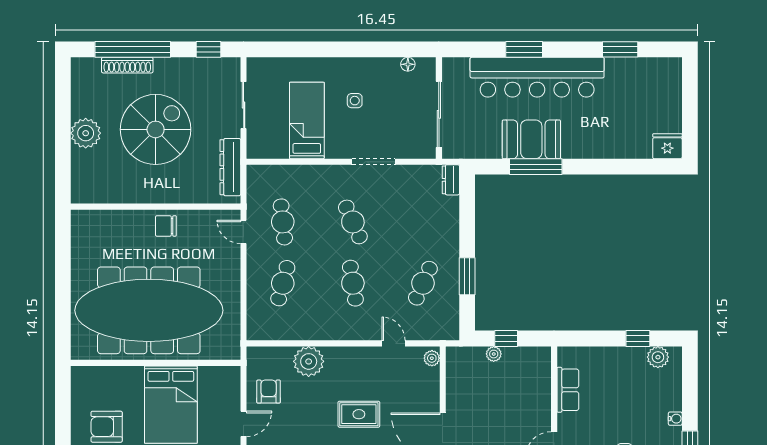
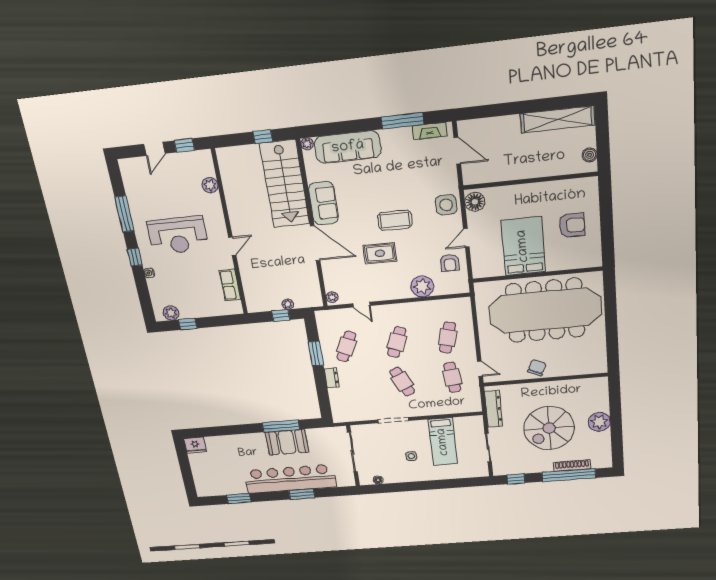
dresser: (451, 180) -> (332, 378), moved
chair: (166, 226) -> (537, 368), turned -66
cafe table: (353, 283) -> (397, 342), turned 30

